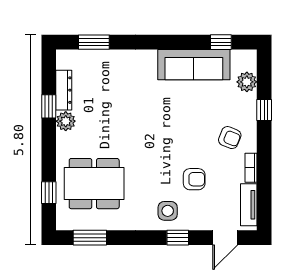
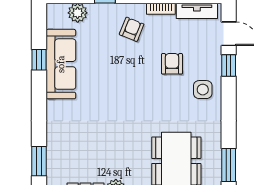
window: (221, 42) -> (39, 60), moved
window: (178, 238) -> (229, 66), moved

